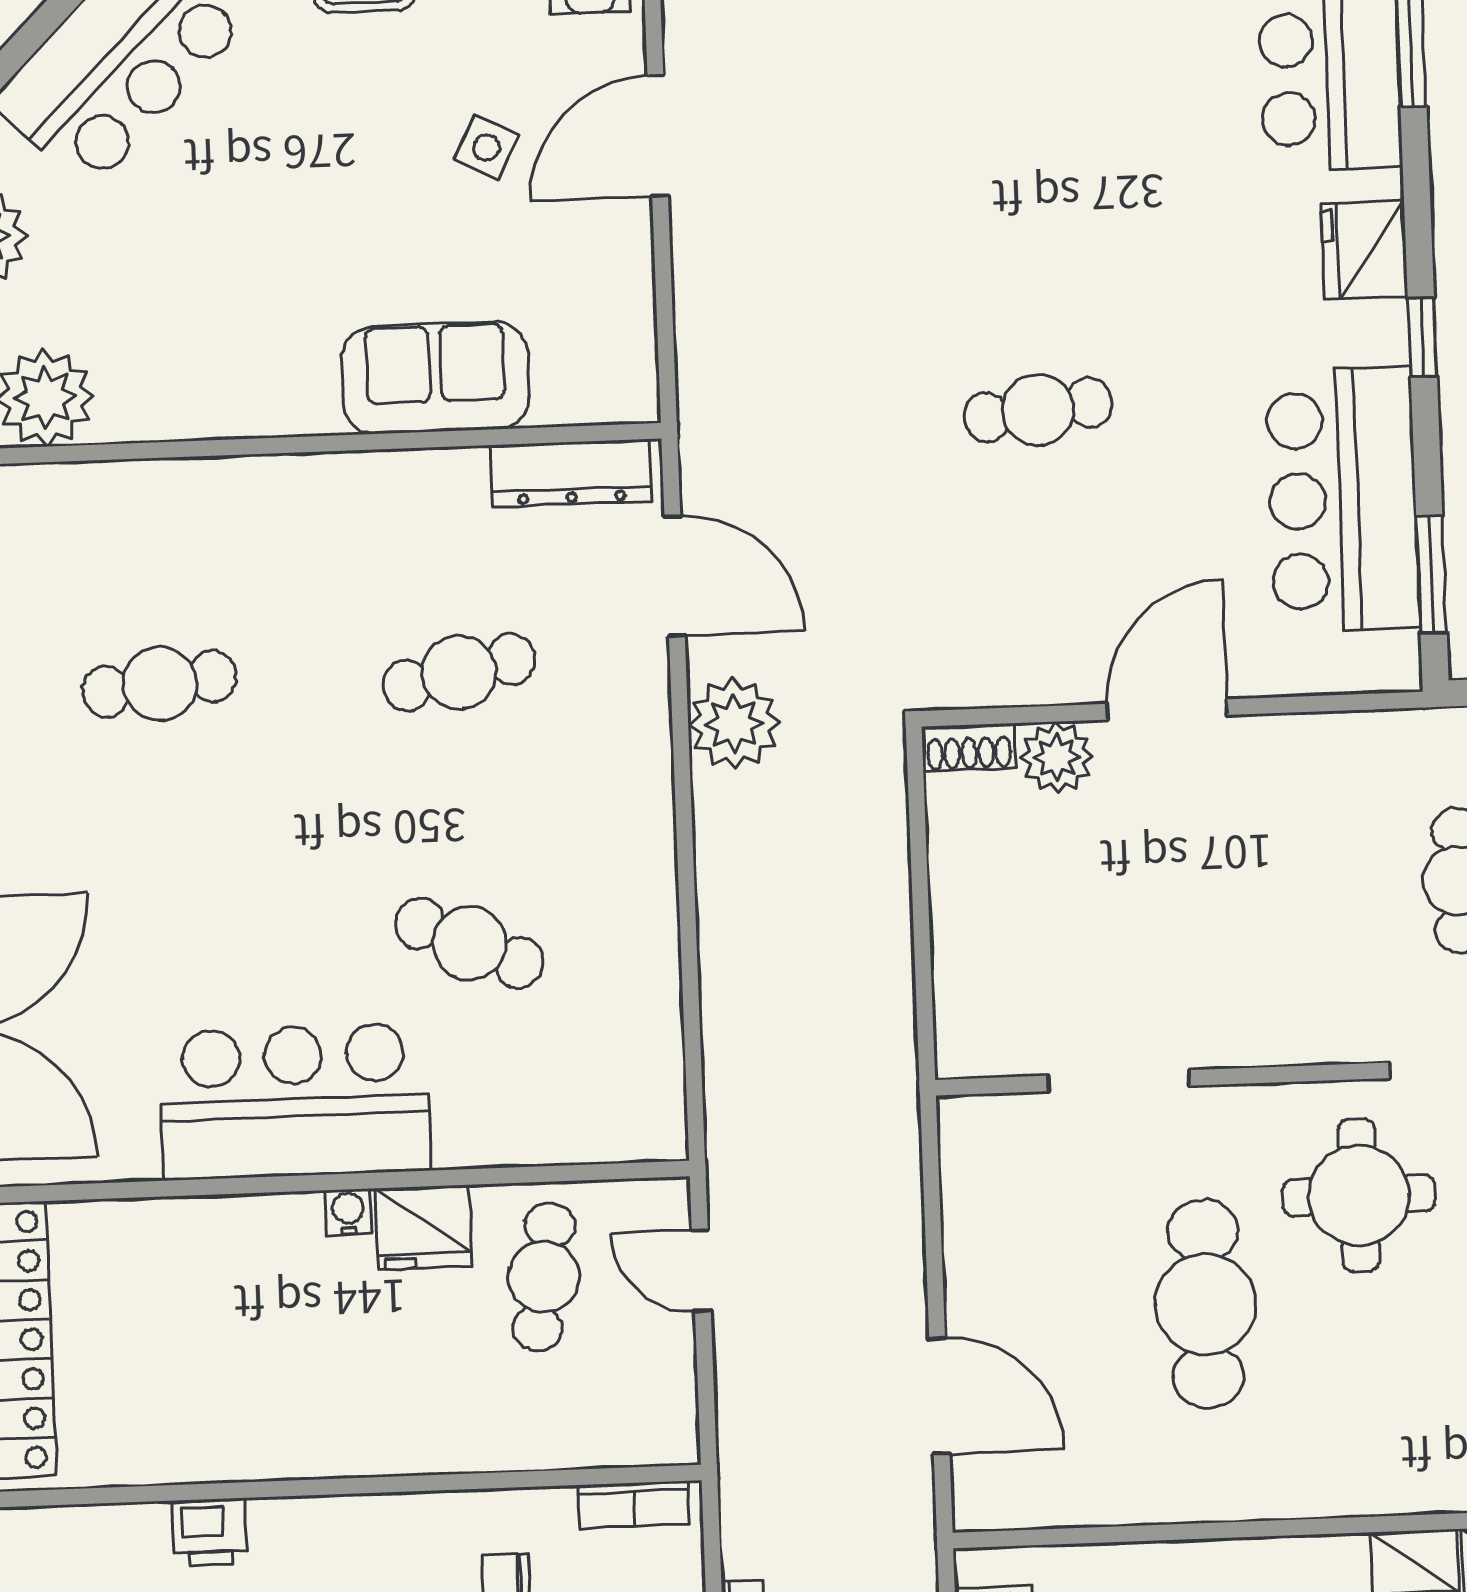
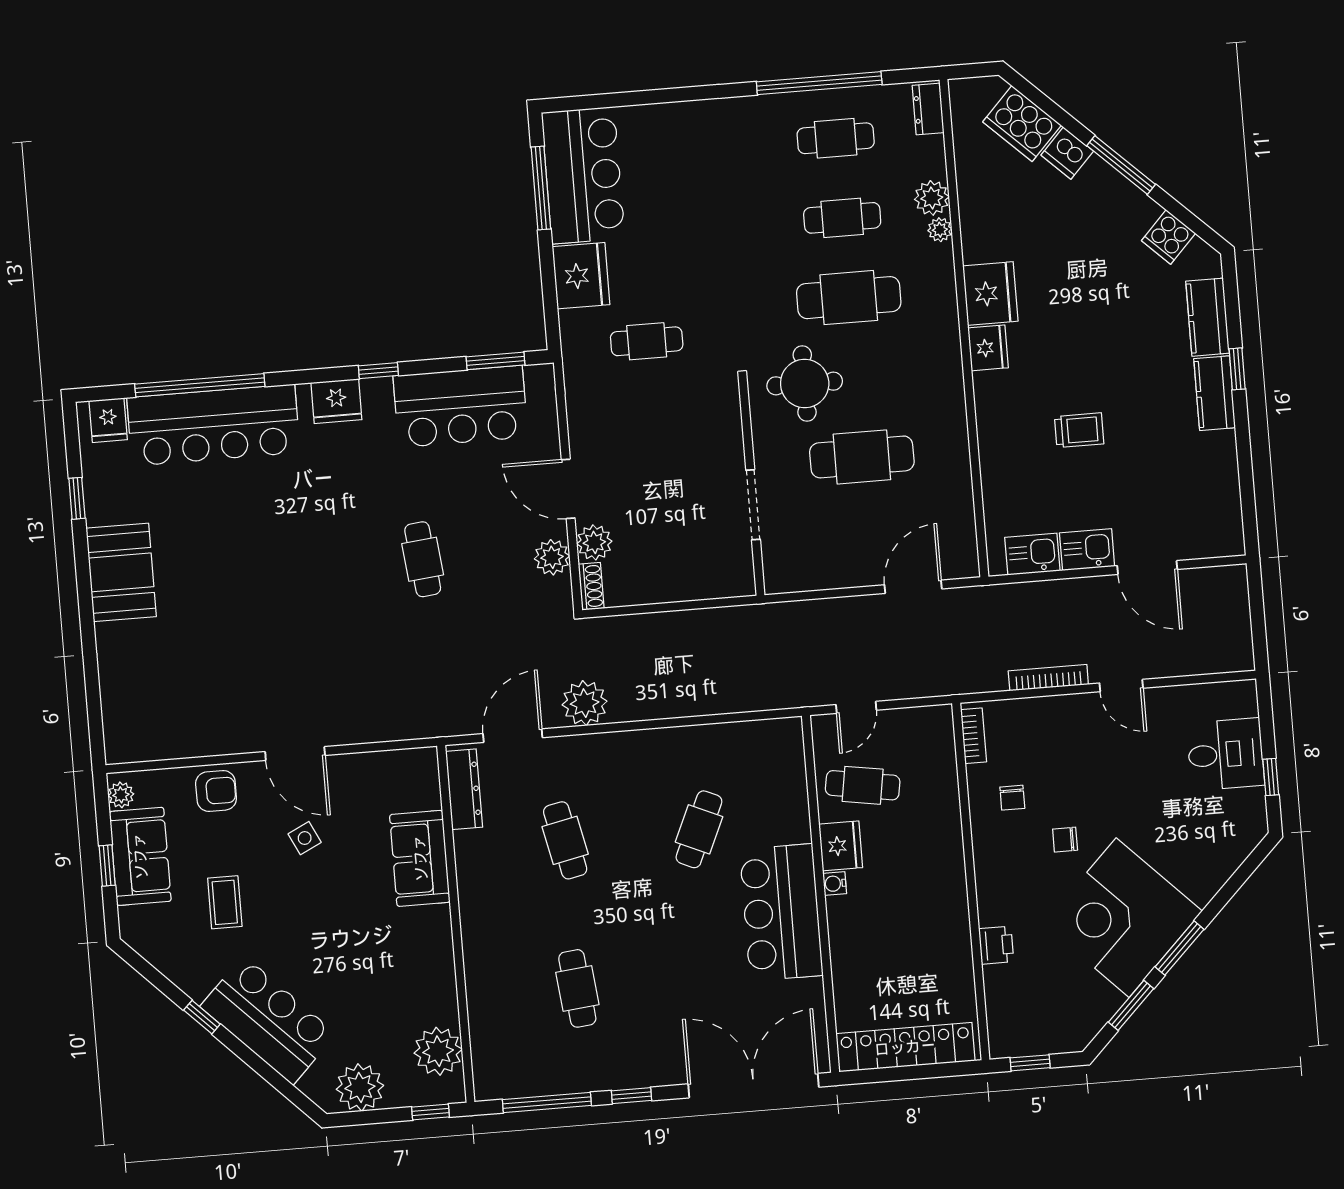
side table: (487, 147) -> (305, 838), turned 37
plant: (1031, 671) -> (552, 557), added

